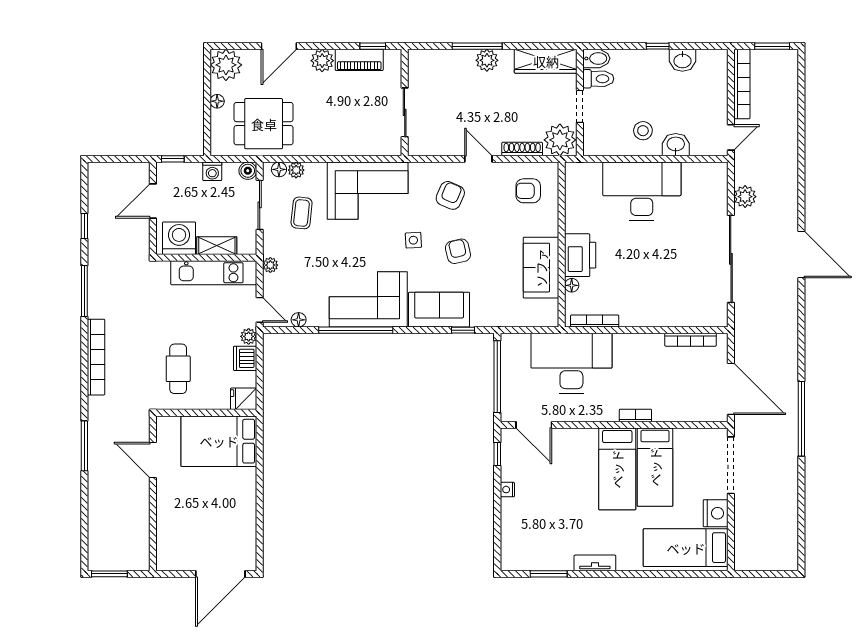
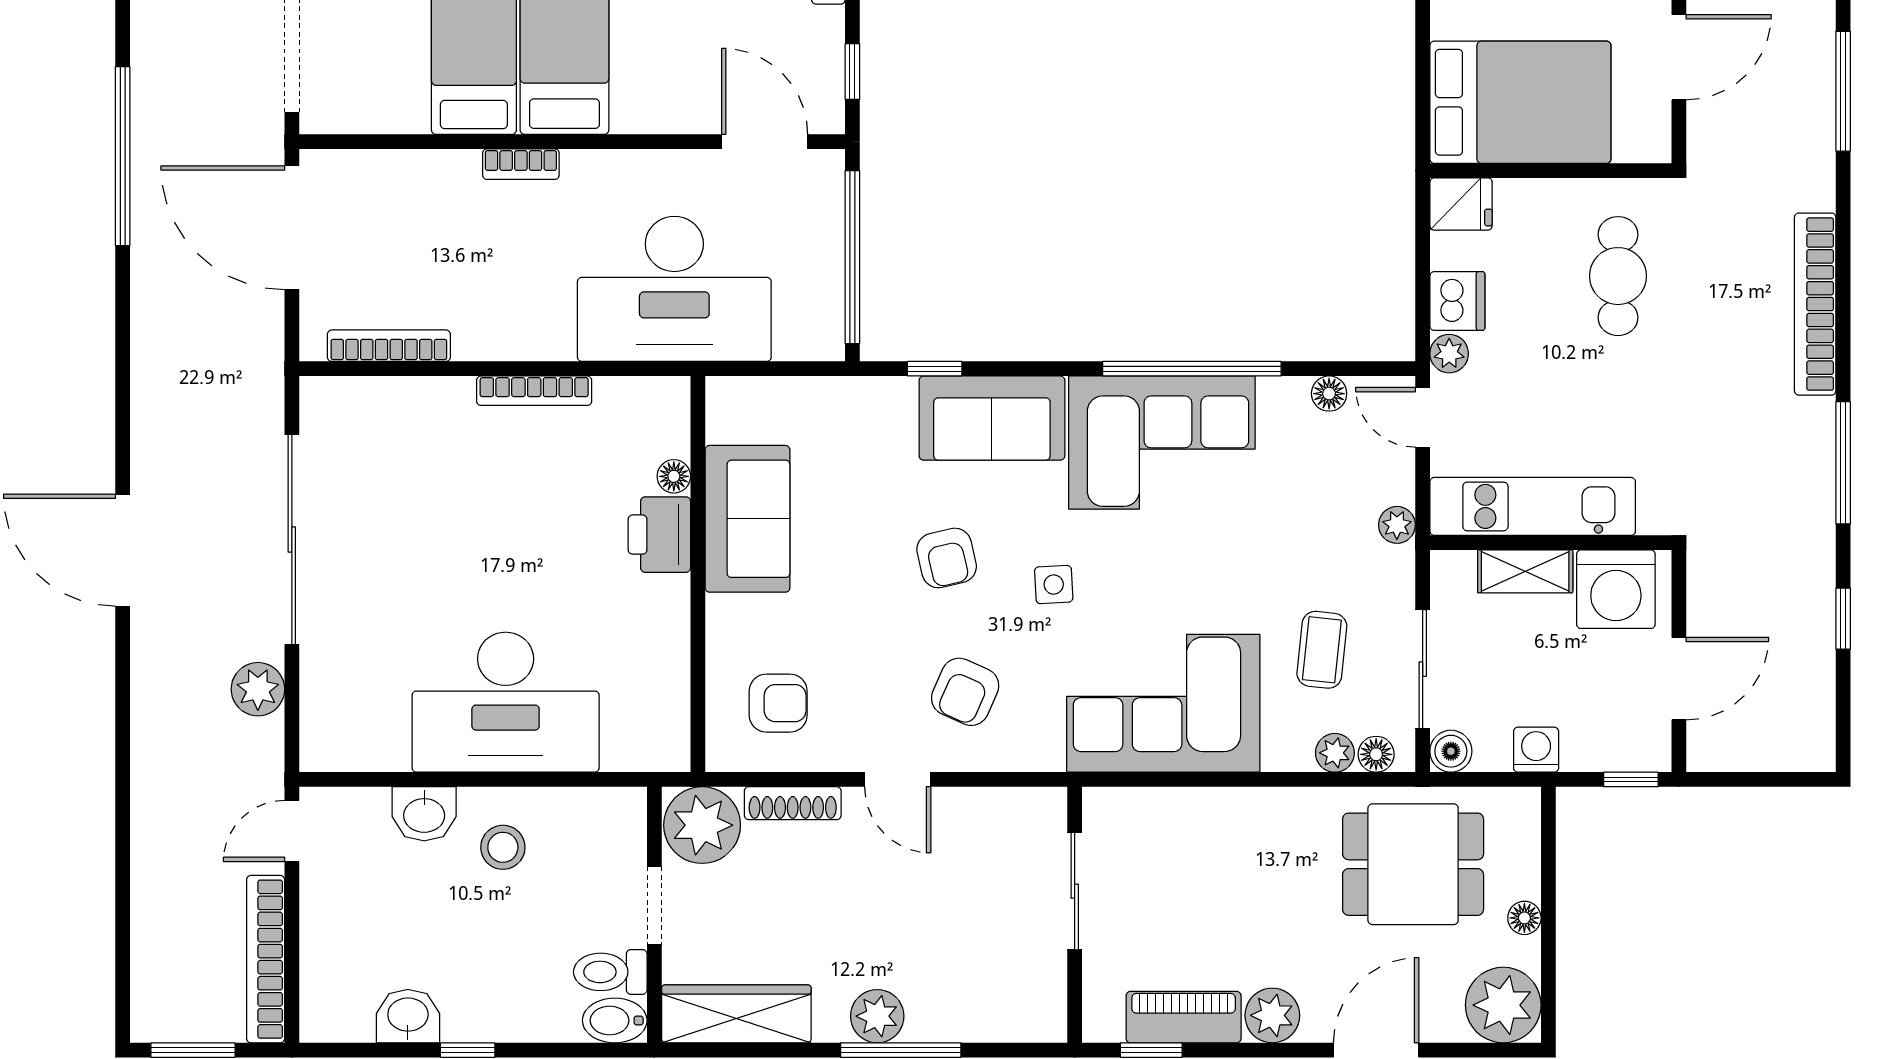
printer: (580, 255) -> (659, 535), width x0.73, depth x0.84
bookcase: (595, 321) -> (534, 391), moved
door: (153, 460) -> (1679, 57), hinge flipped

